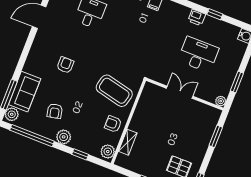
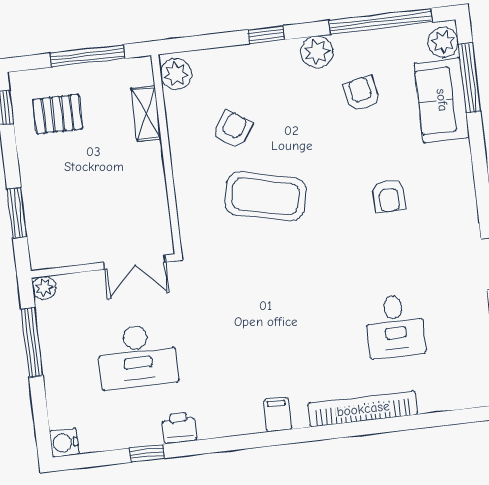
window: (237, 82) -> (32, 342), width x1.44
wall: (128, 122) -> (166, 154), moved
armchair: (113, 124) -> (233, 129), turned -55
shelving: (128, 142) -> (146, 113), moved
plant: (108, 152) -> (176, 74), moved

